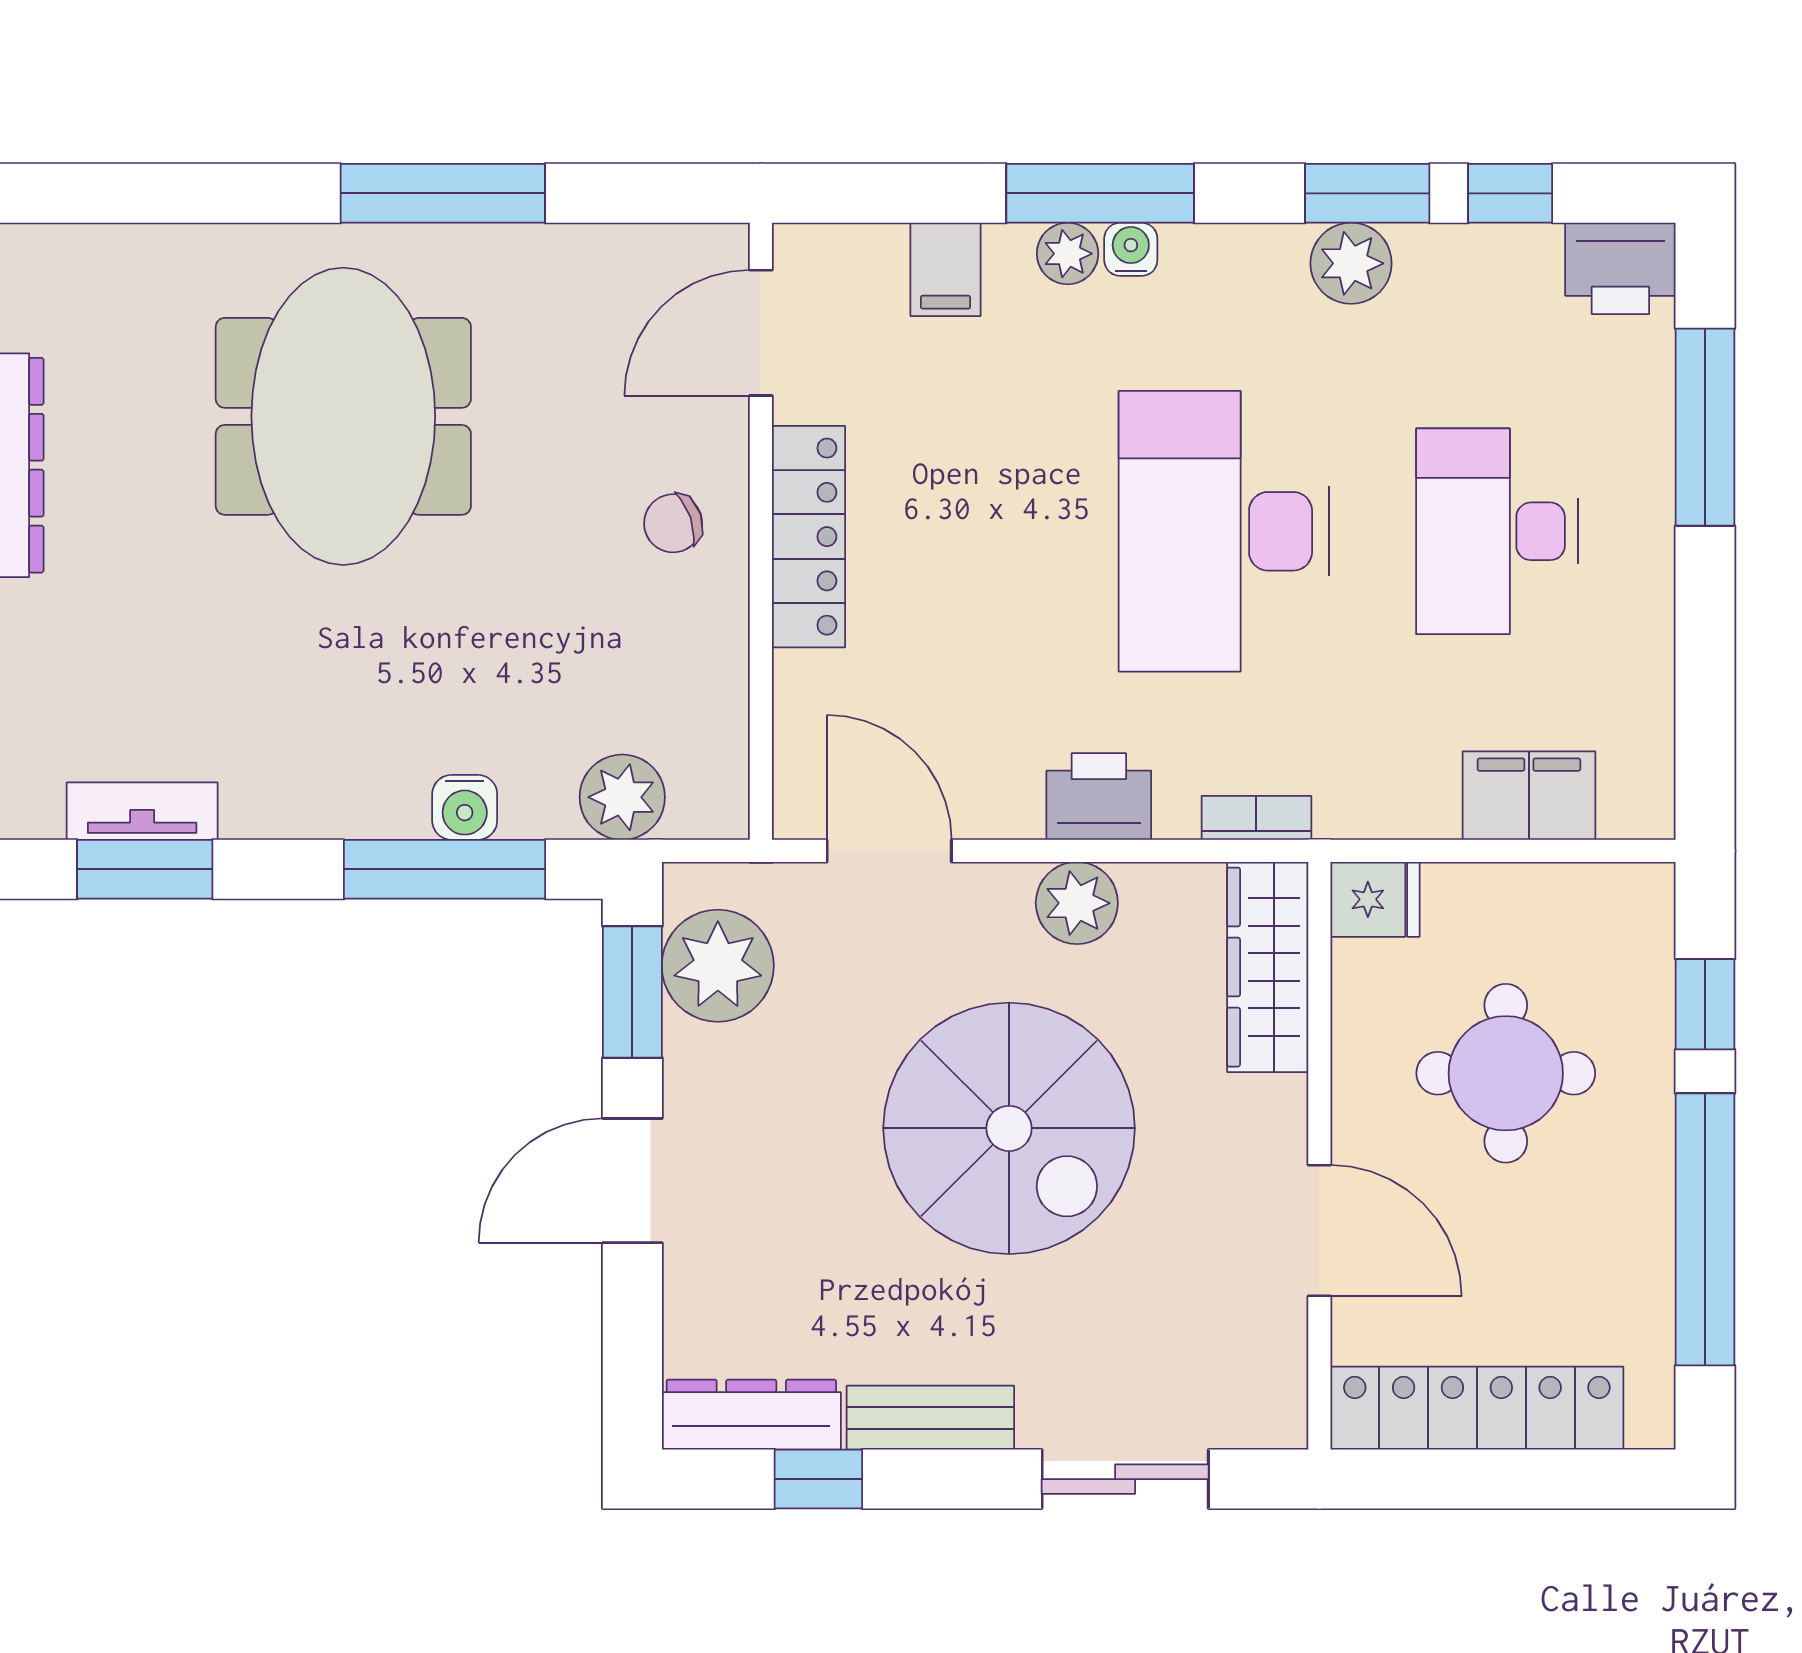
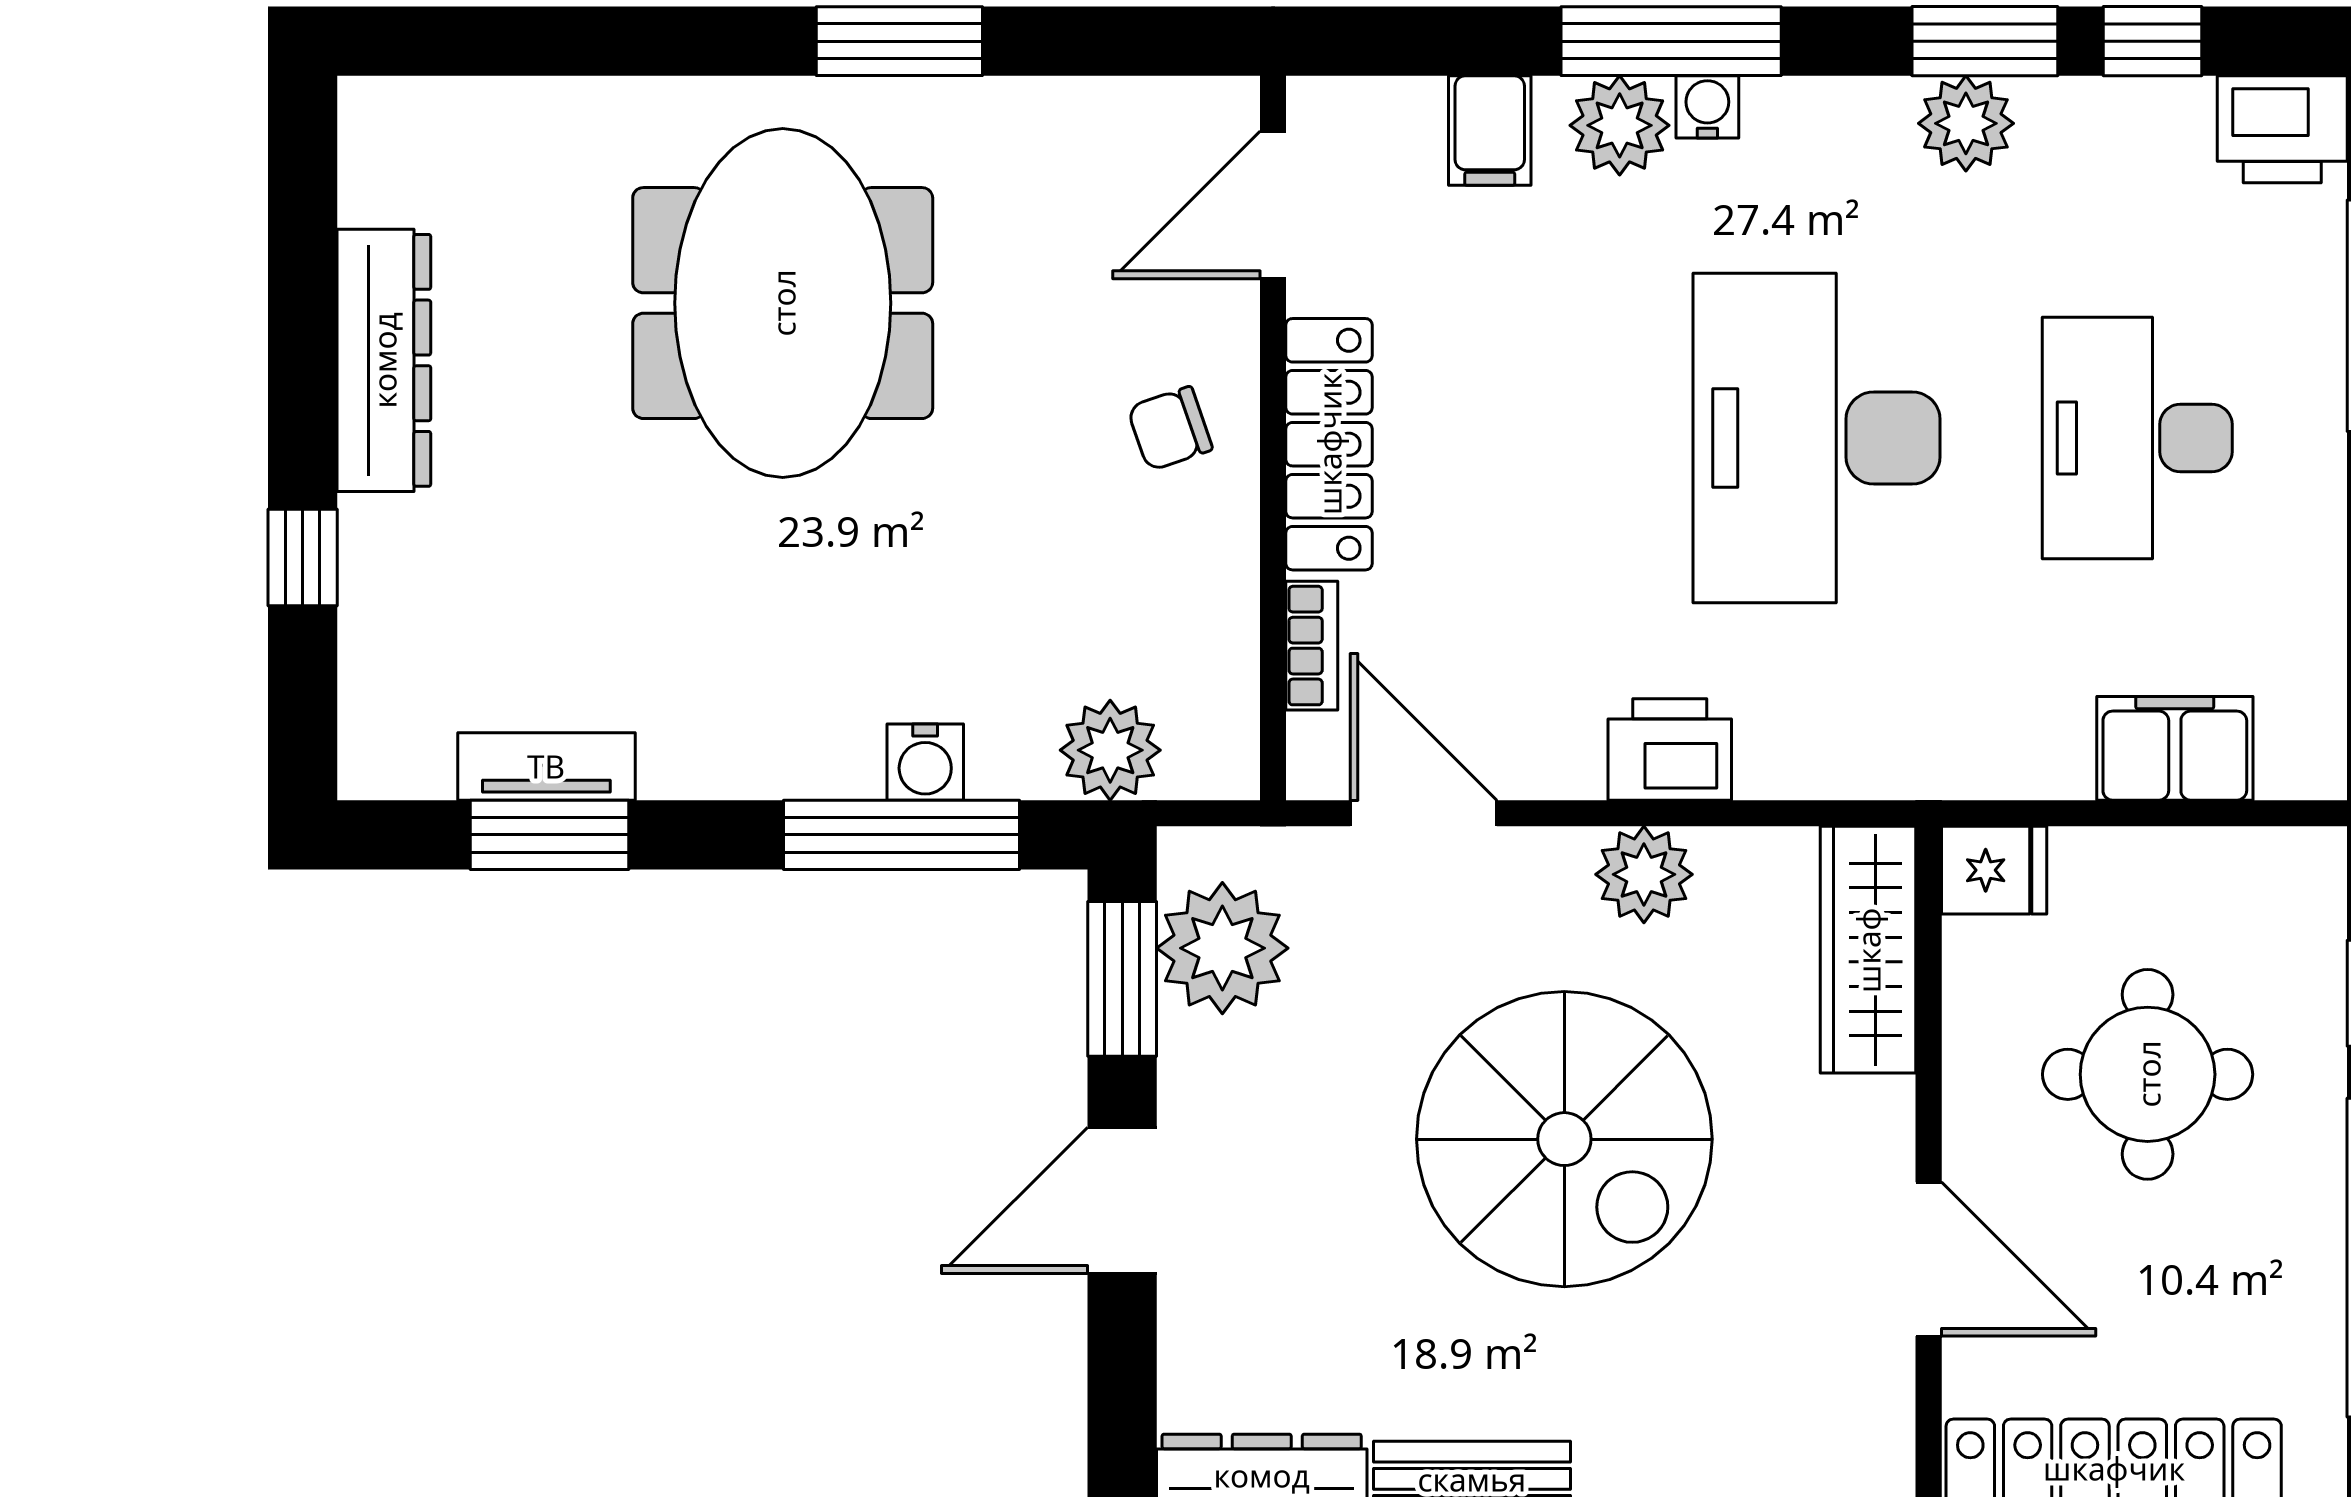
window: (443, 193) -> (899, 41), width x0.69
plant: (1068, 254) -> (1620, 125), width x1.38, depth x1.38
bookcase: (1256, 818) -> (1312, 646), moved, turned 90

